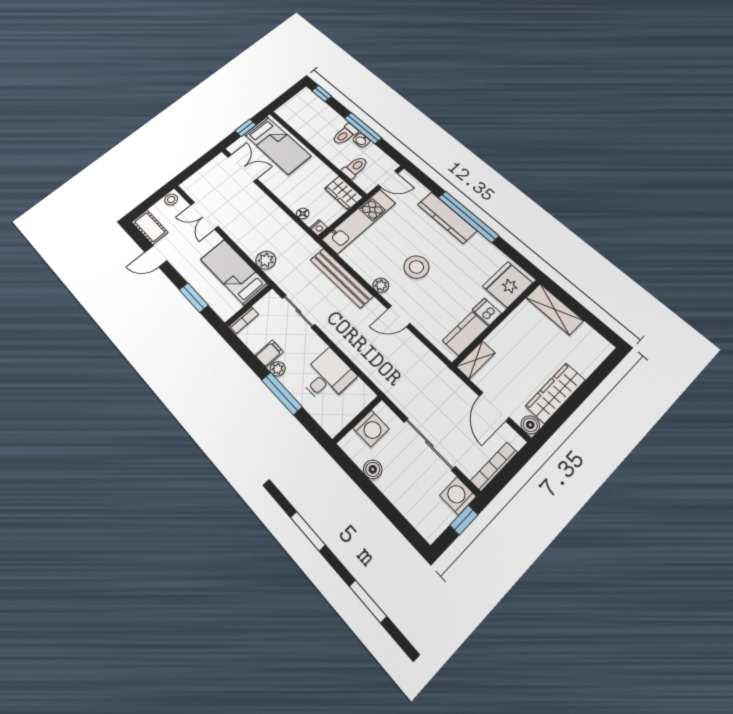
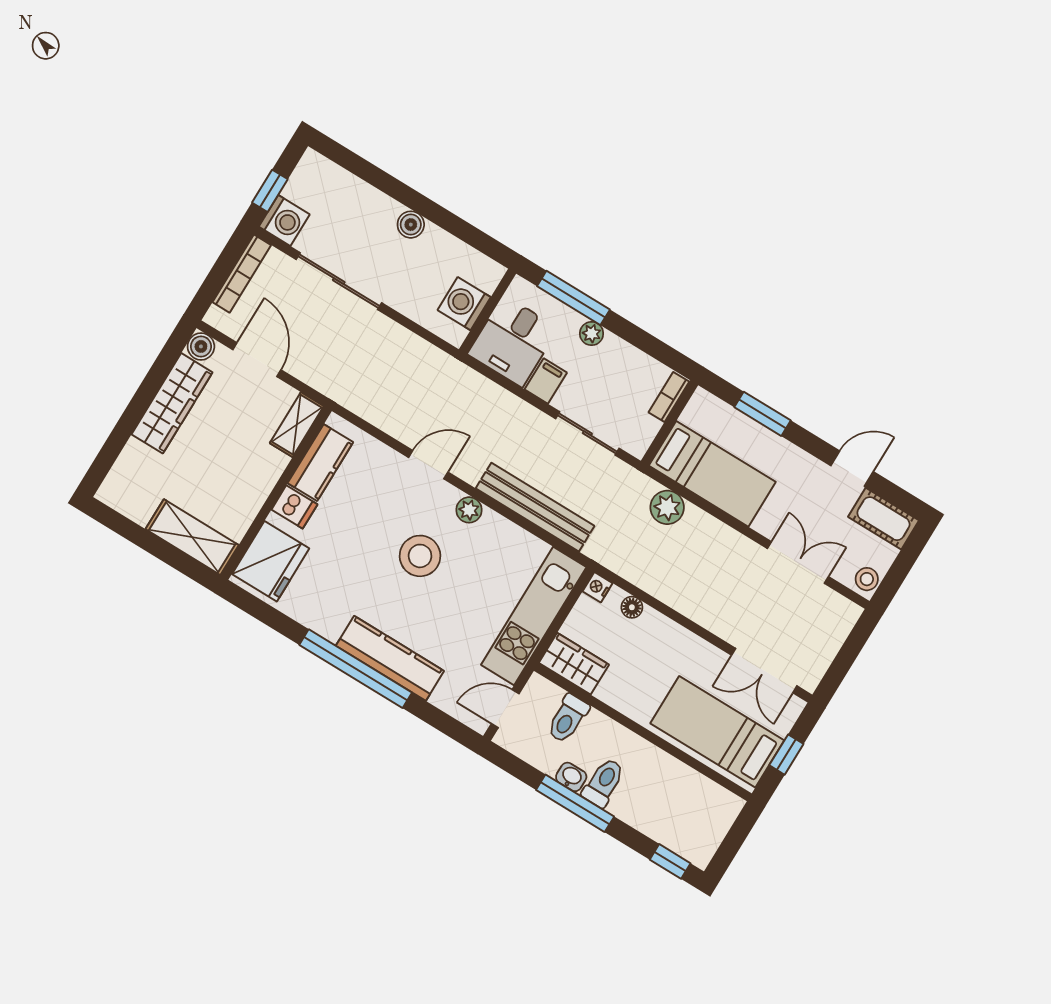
filing cabinet: (269, 354) -> (546, 381), moved, turned 180
wall: (357, 419) -> (487, 311), moved
washing machine: (371, 428) -> (464, 304), moved

